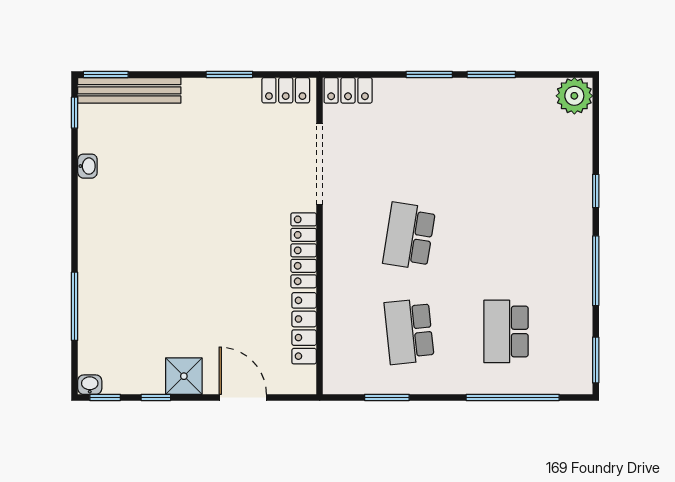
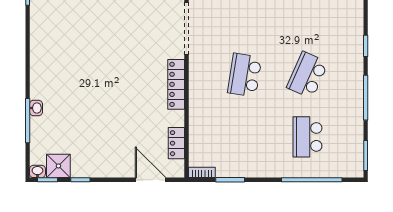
washbasin: (87, 166) -> (36, 108), moved
locker: (304, 328) -> (176, 143), width x0.66
school desk: (409, 331) -> (307, 75), moved, turned 30
shower: (184, 376) -> (58, 166), moved
bookcase: (343, 386) -> (202, 172), added
door: (243, 397) -> (150, 180), moved

